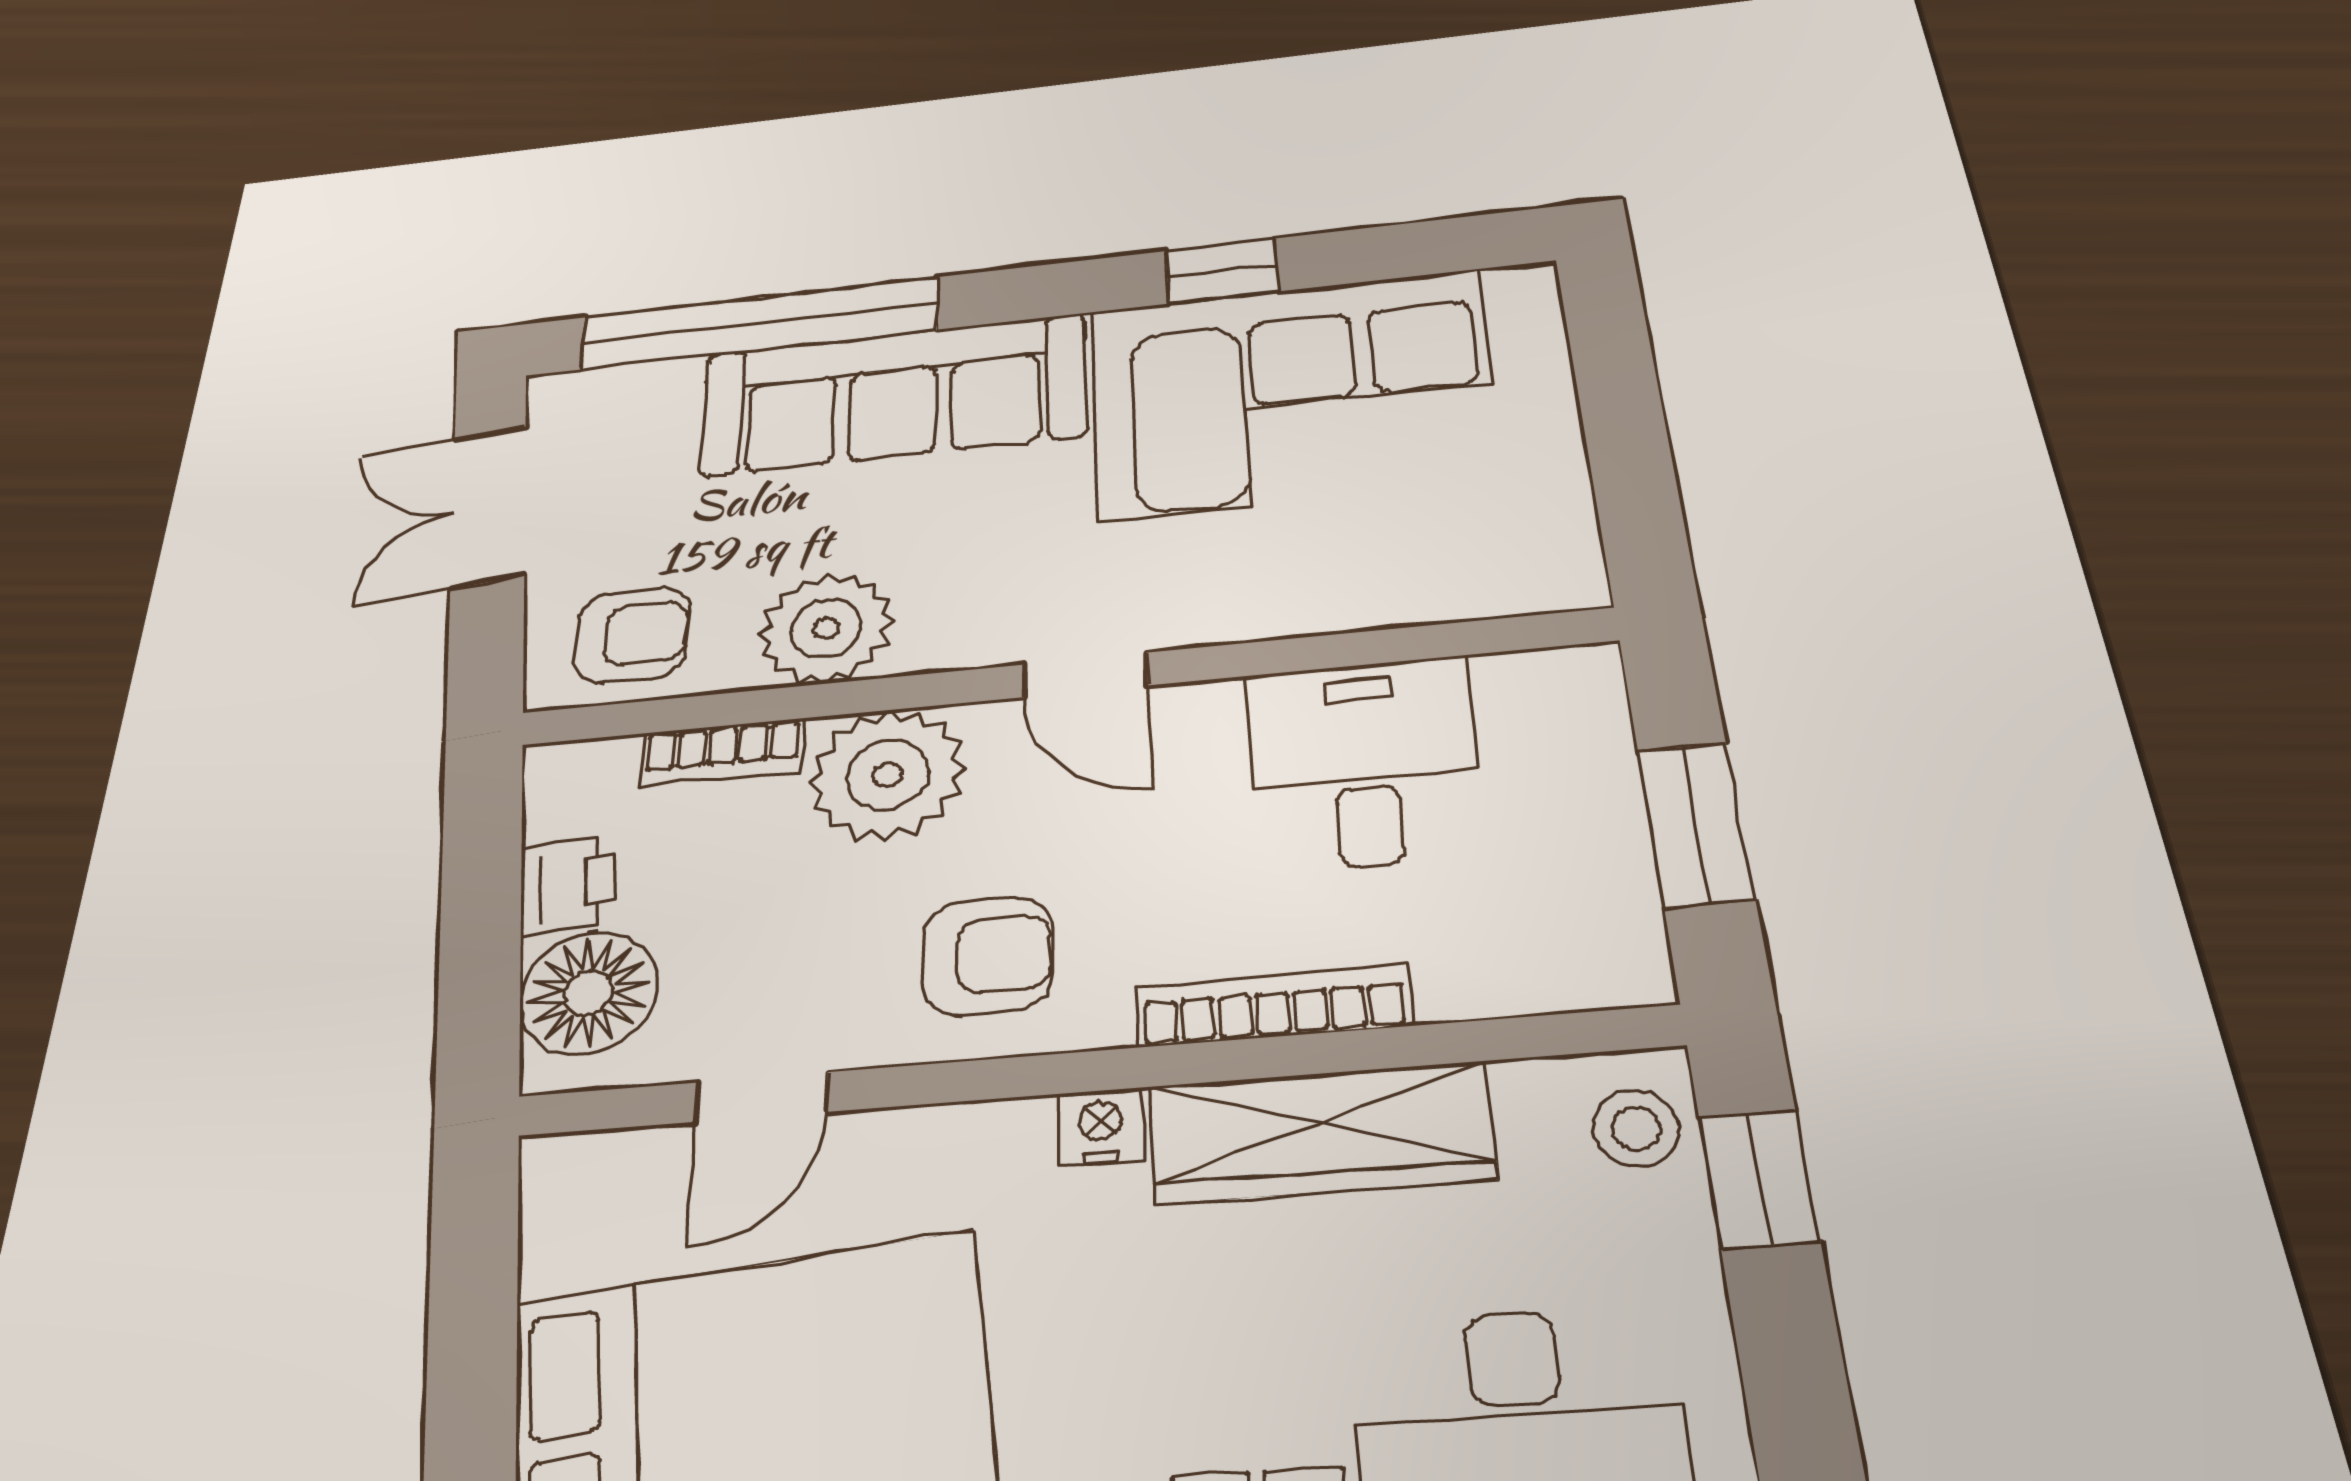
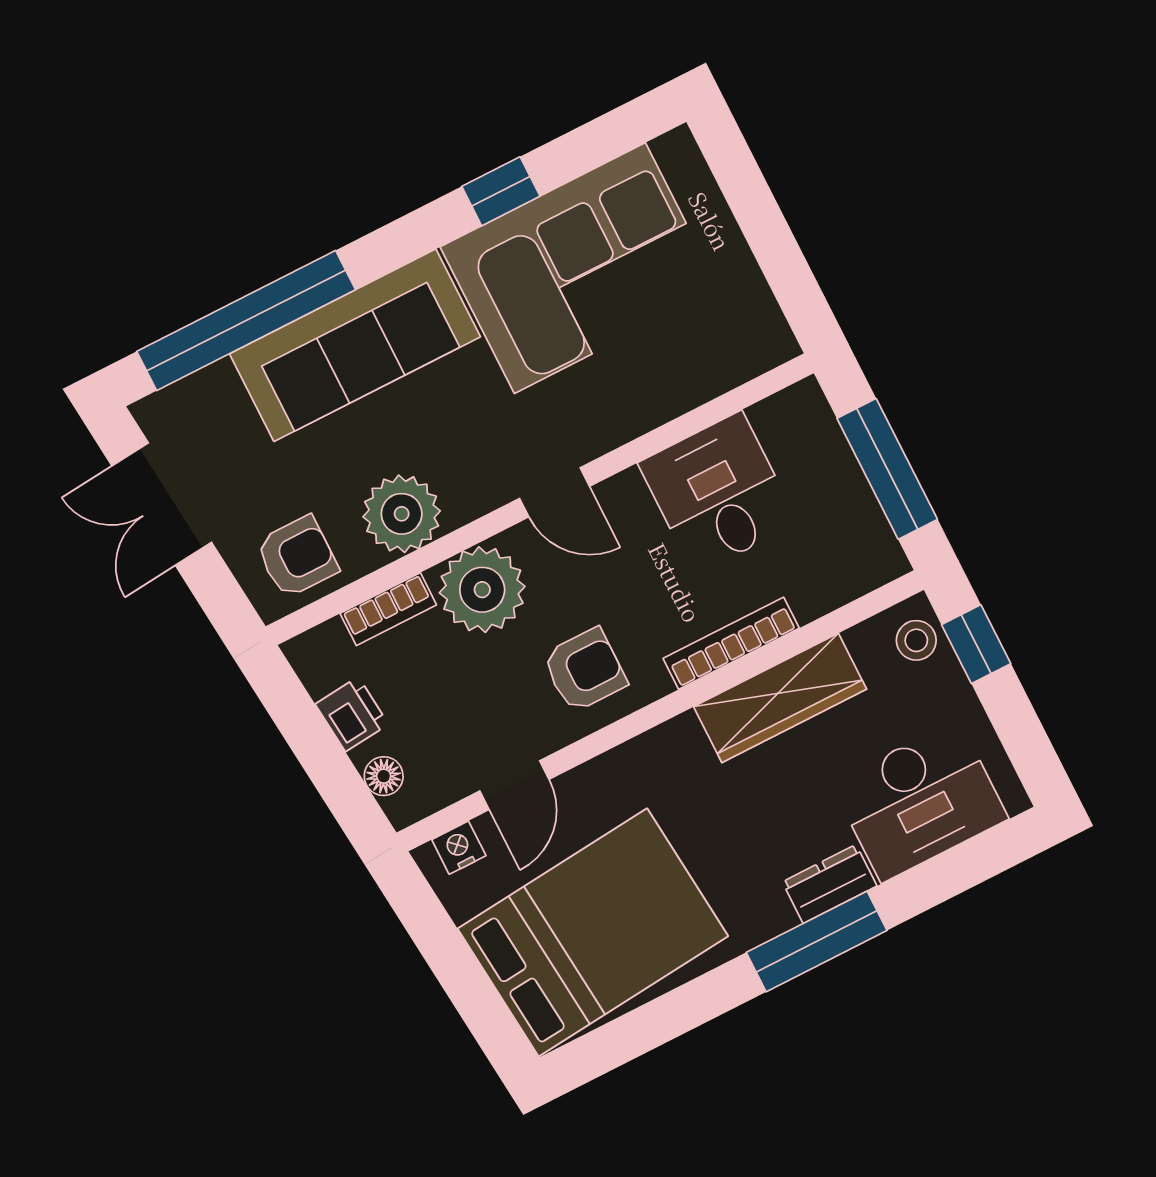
window: (1695, 824) -> (887, 469), width x1.44
floor lamp: (589, 993) -> (384, 776), width x0.53, depth x0.53
nightstand: (1100, 1126) -> (459, 848), moved

